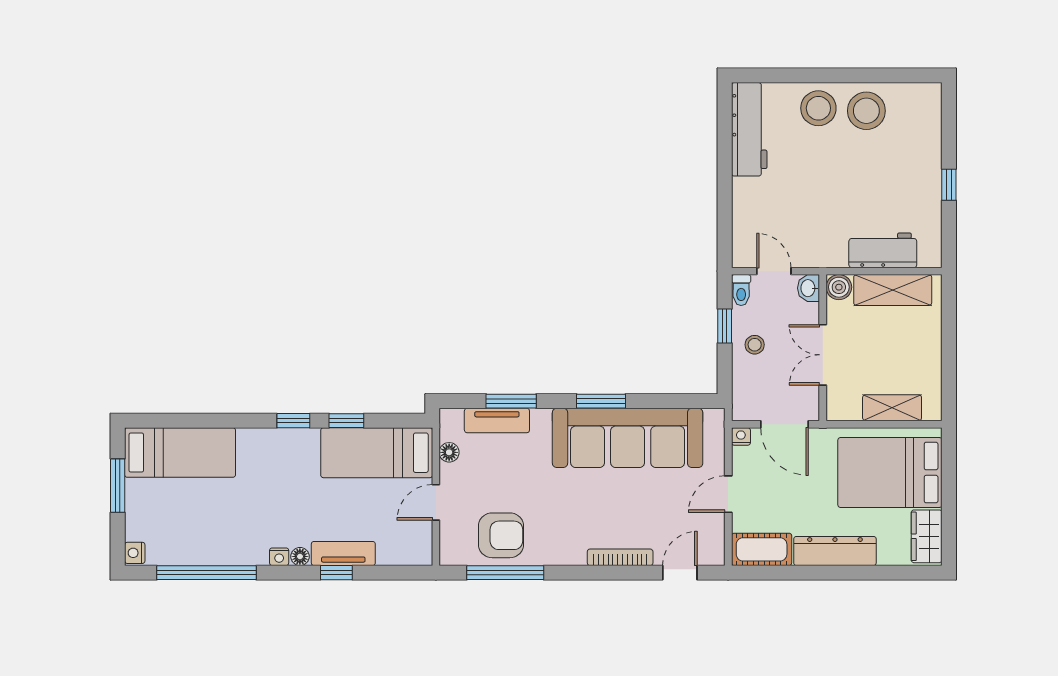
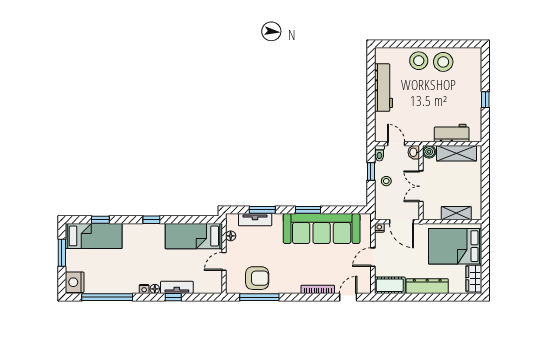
workbench: (749, 129) -> (383, 88), moved
window: (346, 421) -> (100, 220), moved
nightstand: (135, 553) -> (75, 282), width x1.89, depth x1.79

